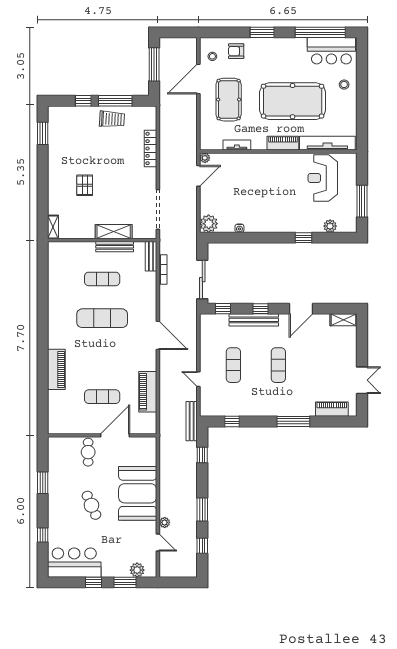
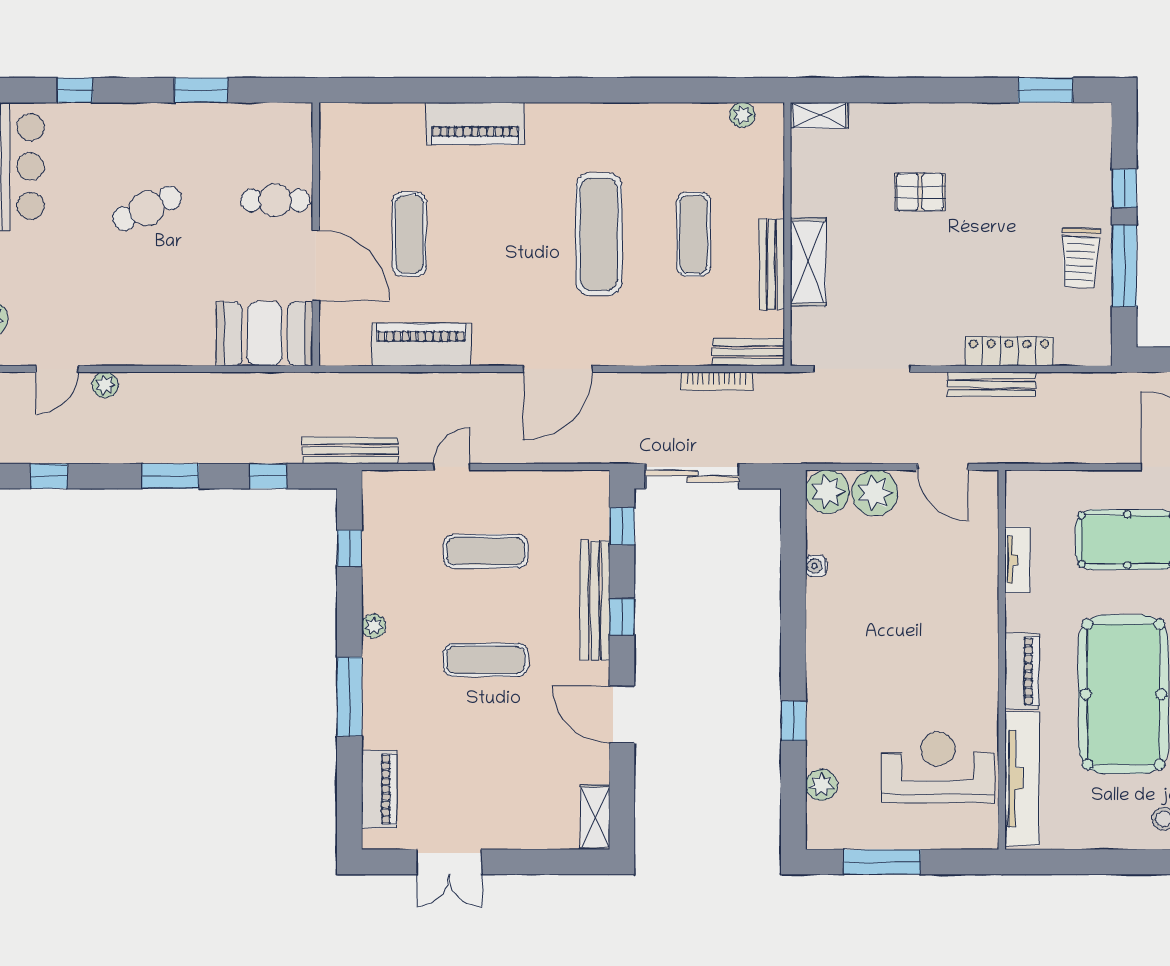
bench: (164, 156) -> (992, 384), added
plant: (205, 158) -> (875, 493), moved, width x1.87, depth x1.87
plant: (53, 259) -> (742, 115), added
plant: (264, 411) -> (374, 626), added
booth: (138, 493) -> (265, 334), moved, width x0.73, depth x0.70
window: (202, 509) -> (170, 476), moved

